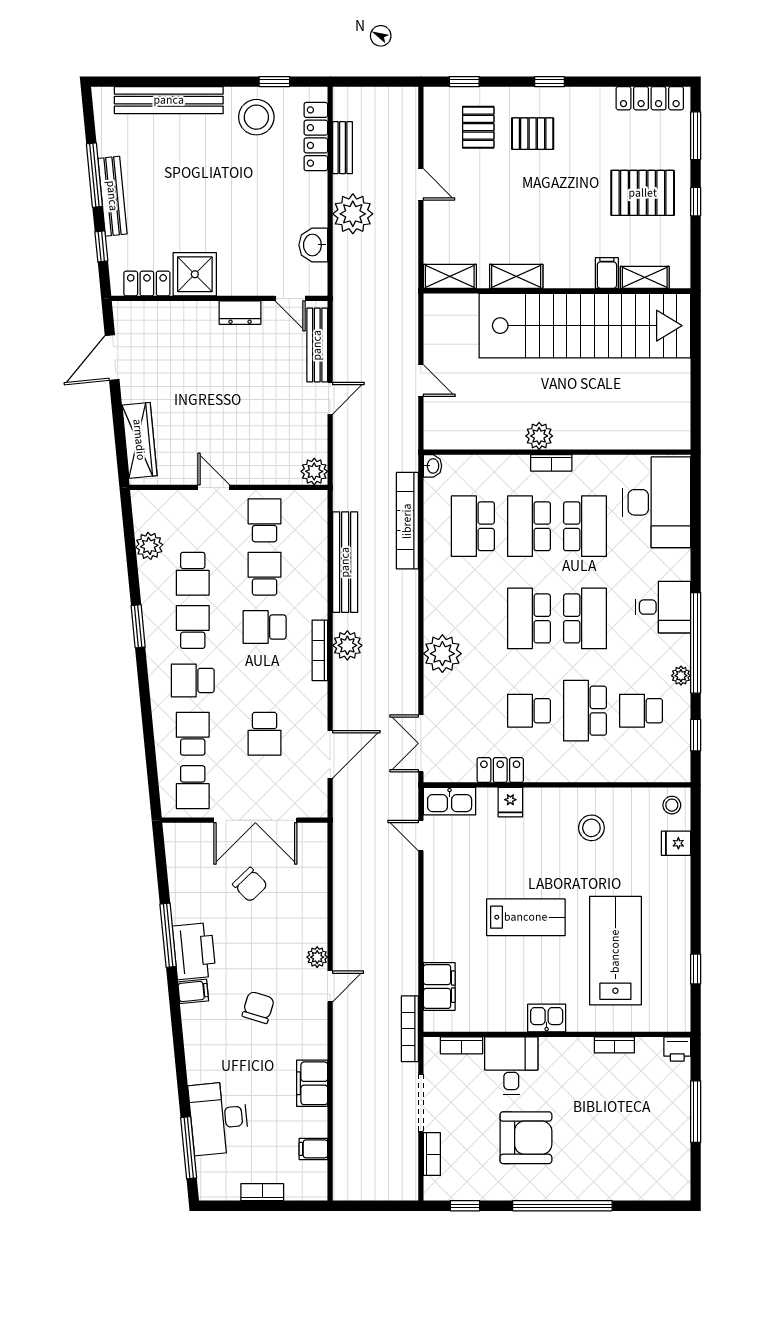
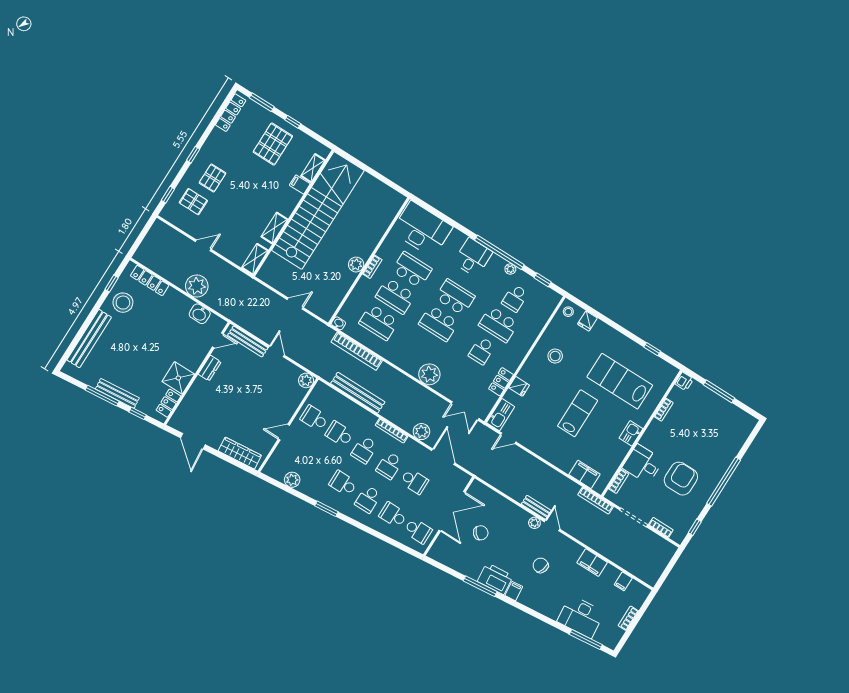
bench: (343, 148) -> (536, 507), moved
school desk: (193, 574) -> (389, 466), moved, turned 90
plant: (347, 645) -> (421, 432), moved

